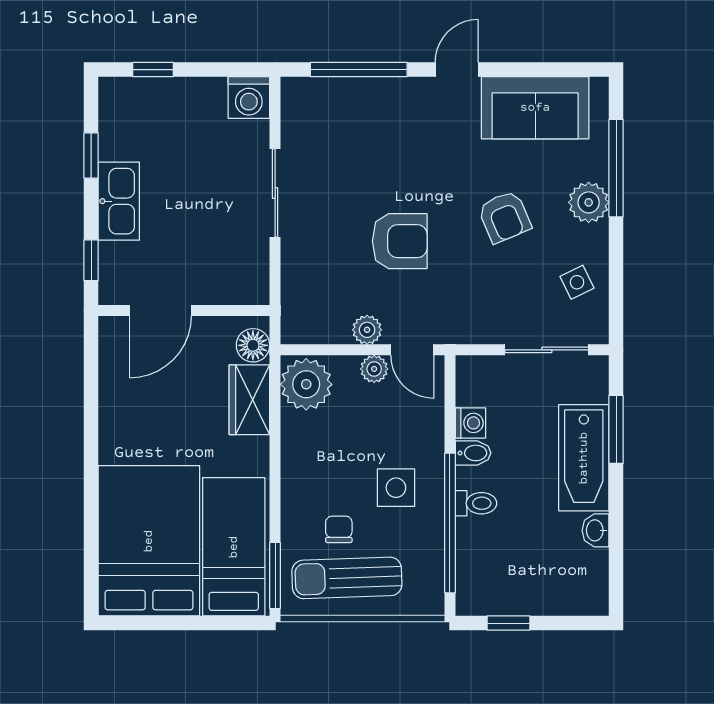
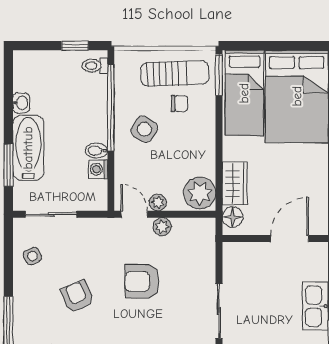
plant: (589, 202) -> (25, 305), removed
side table: (396, 488) -> (144, 129), turned 32
toilet: (476, 503) -> (95, 66), moved
chair: (339, 529) -> (180, 103), turned -90

